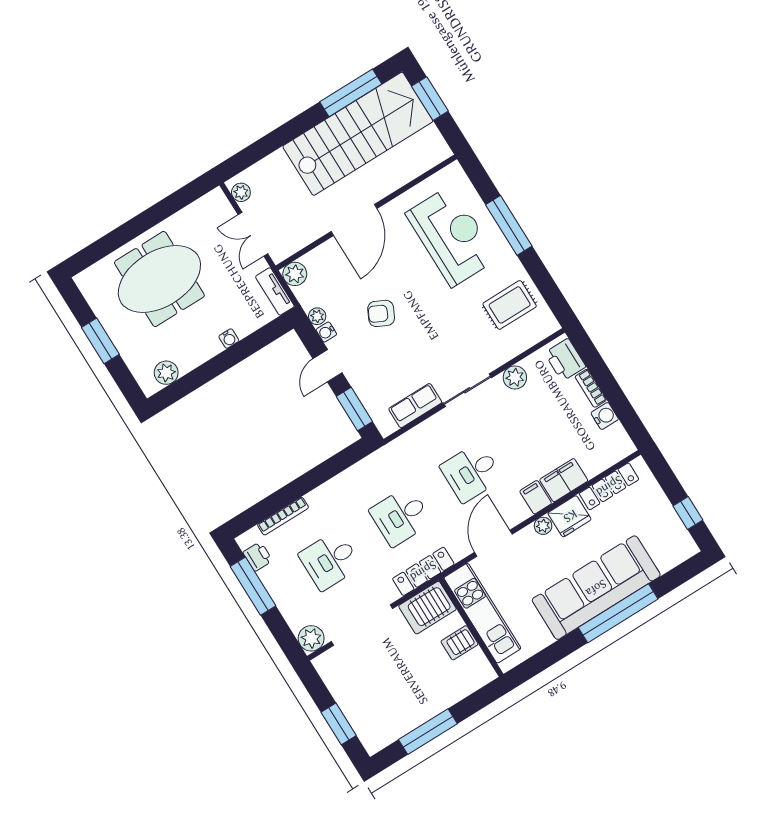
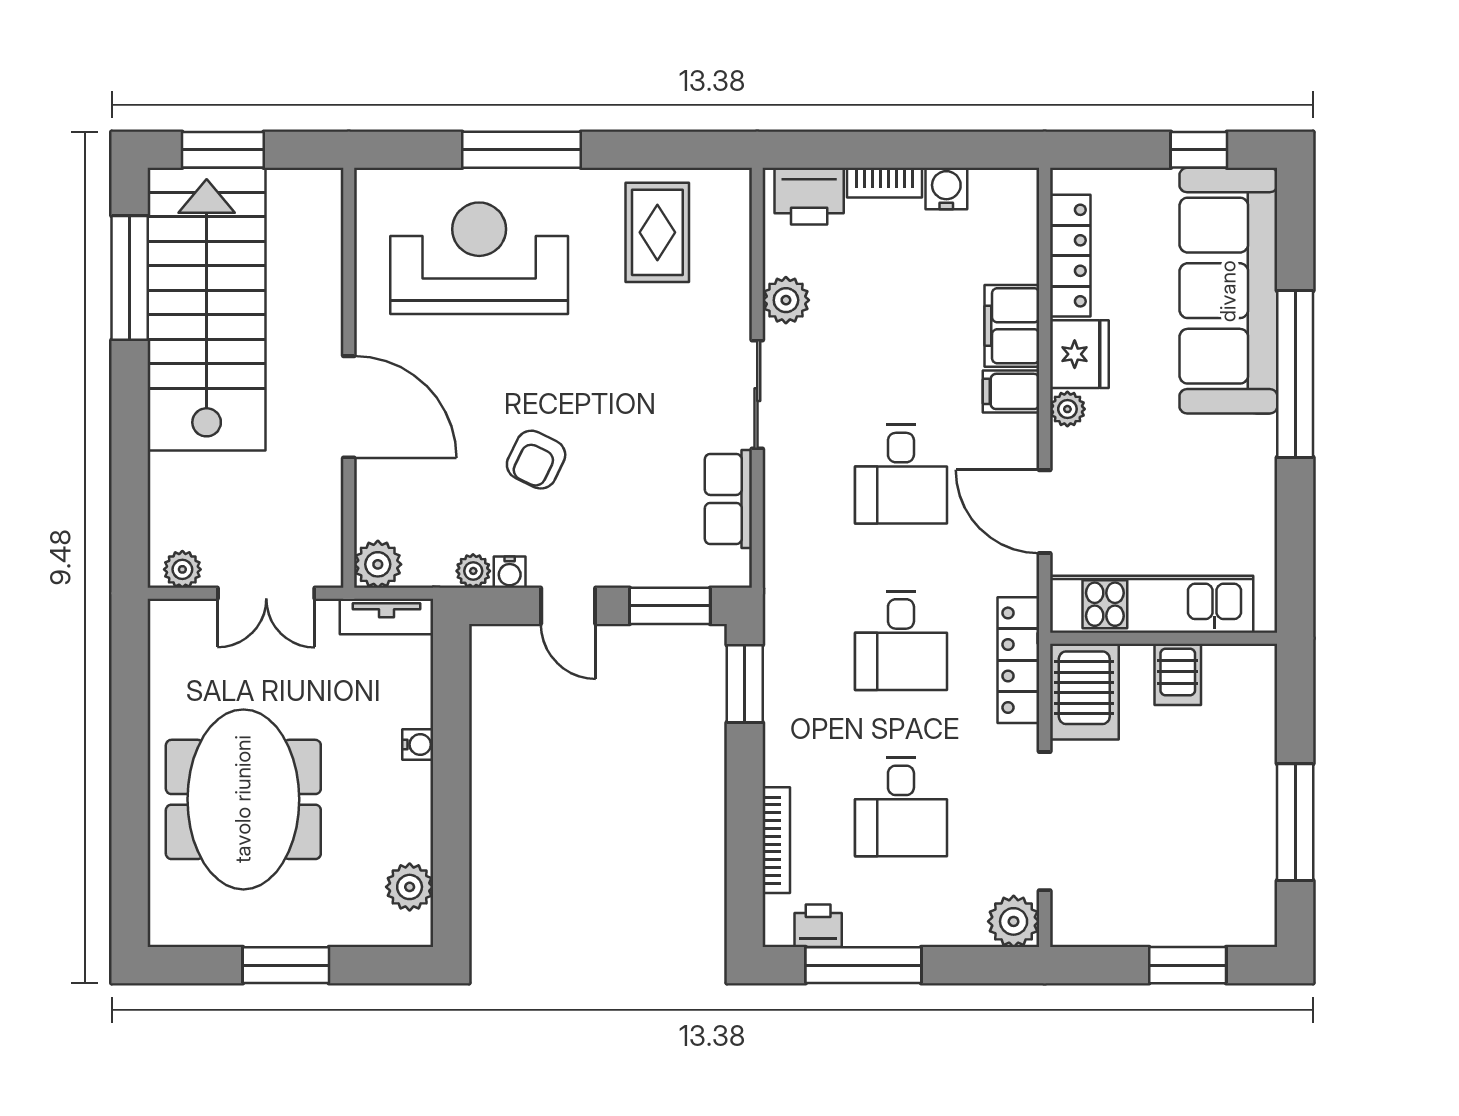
window: (341, 461) -> (745, 684), added
sofa: (596, 588) -> (1228, 291), moved

